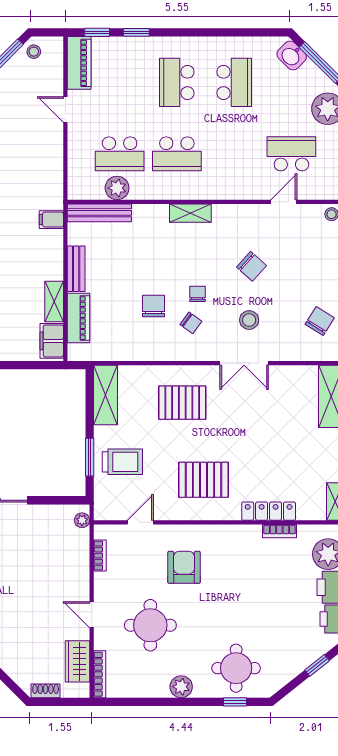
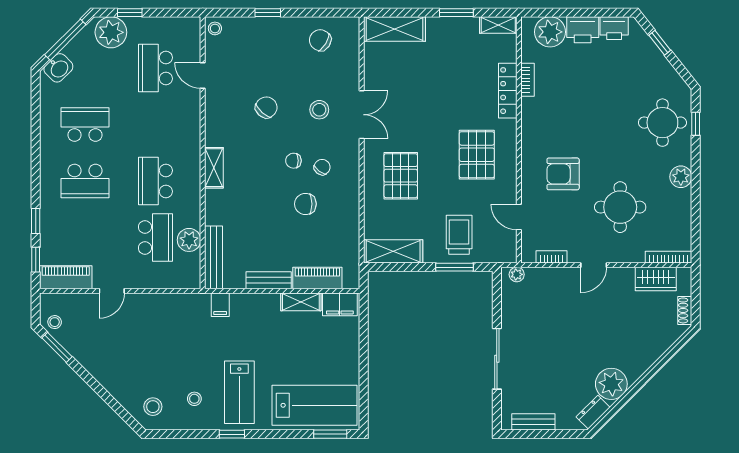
school desk: (177, 154) -> (155, 181), turned 180
door: (92, 615) -> (594, 265), moved

